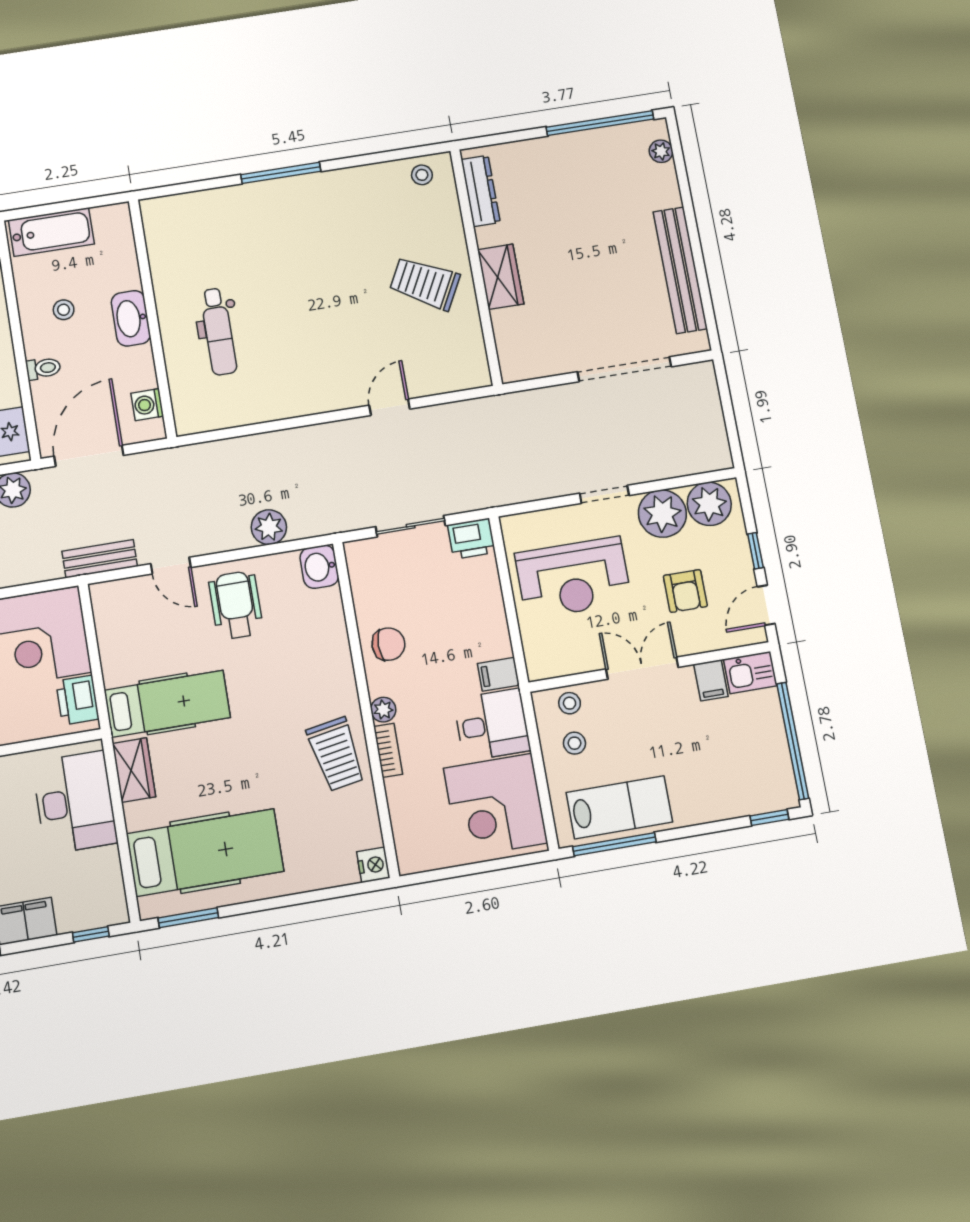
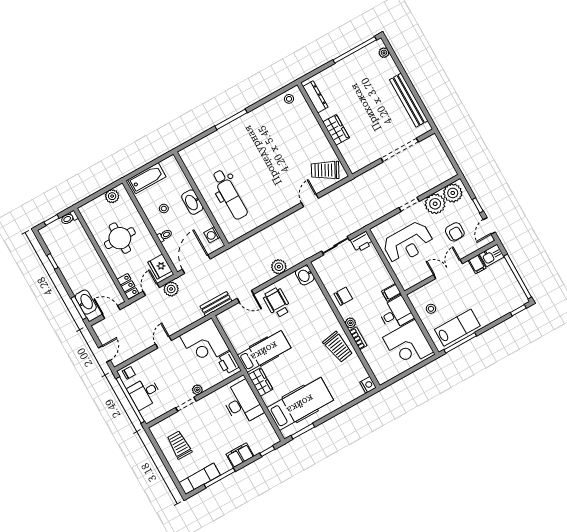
trolley: (425, 283) -> (325, 170), moved
dental chair: (218, 332) -> (230, 195), width x1.36, depth x1.38
stool: (570, 703) -> (424, 294), removed

